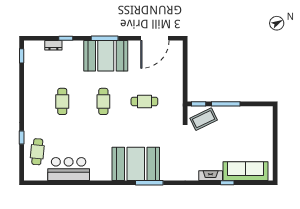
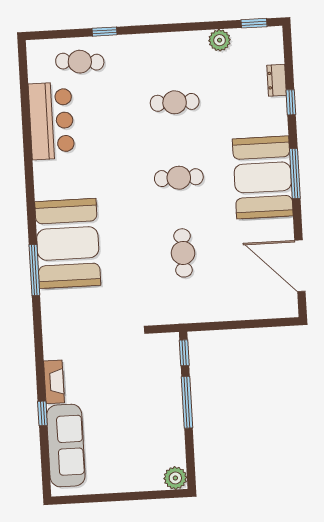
plant: (30, 75) -> (220, 40), added
plant: (267, 112) -> (175, 478), added
coffee table: (204, 119) -> (157, 363), removed

